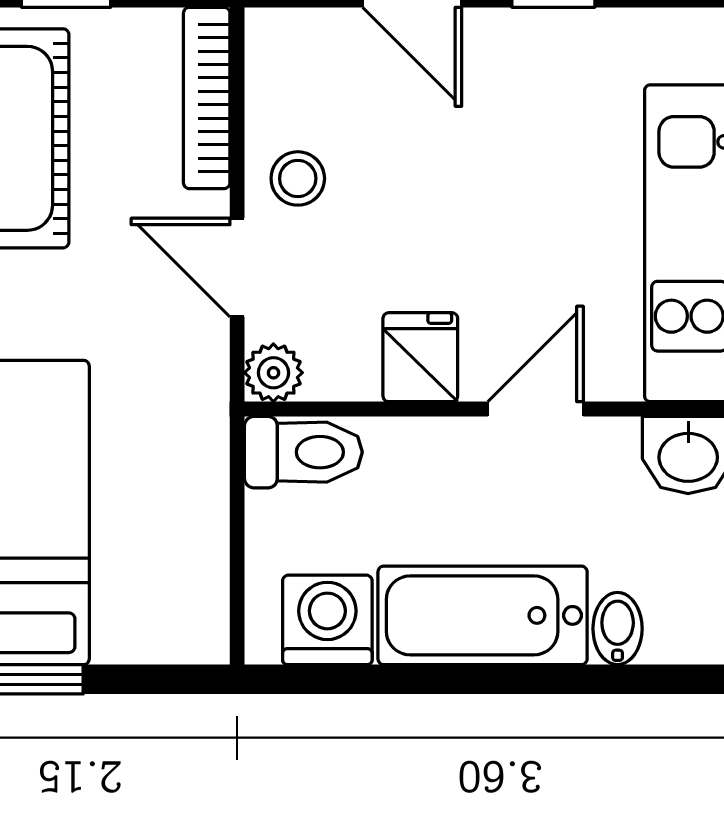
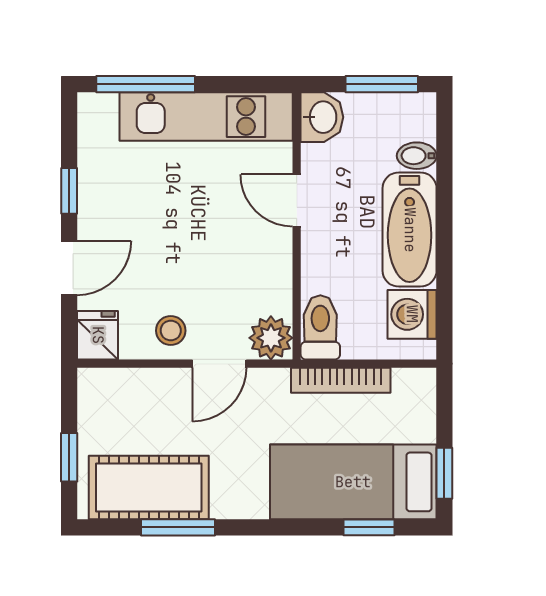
bookcase: (207, 98) -> (341, 380), moved
fridge: (420, 357) -> (98, 335), moved, turned 90
plant: (273, 373) -> (271, 338), width x1.38, depth x1.38

